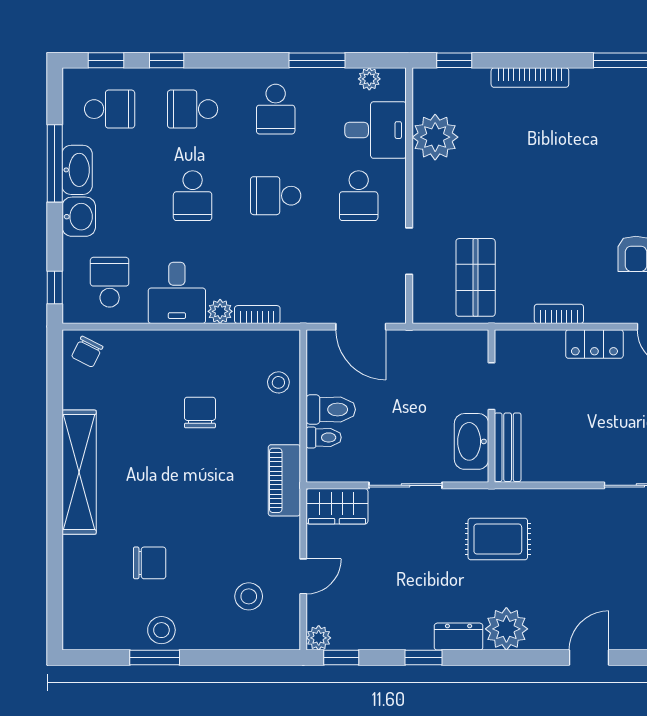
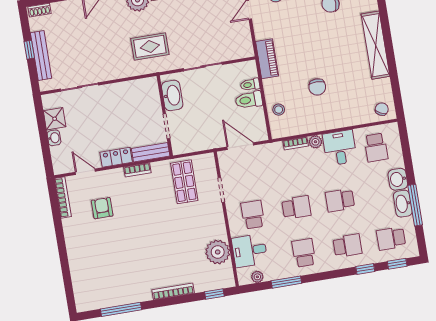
school desk: (193, 196) -> (340, 200), turned -90
window: (55, 288) -> (404, 140), removed
bench: (508, 447) -> (151, 152), moved, turned 90
wardrobe: (337, 506) -> (237, 50), removed

